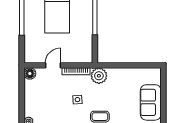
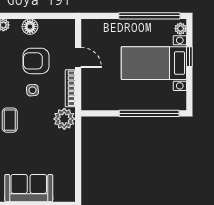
floor lamp: (30, 74) -> (30, 27), moved
armchair: (56, 97) -> (36, 61), added

